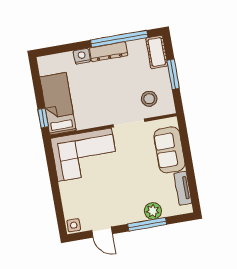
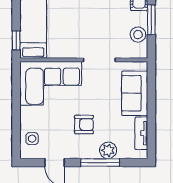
stool: (149, 99) -> (138, 35), moved
armchair: (125, 190) -> (84, 125), added
side table: (74, 225) -> (32, 139), moved

